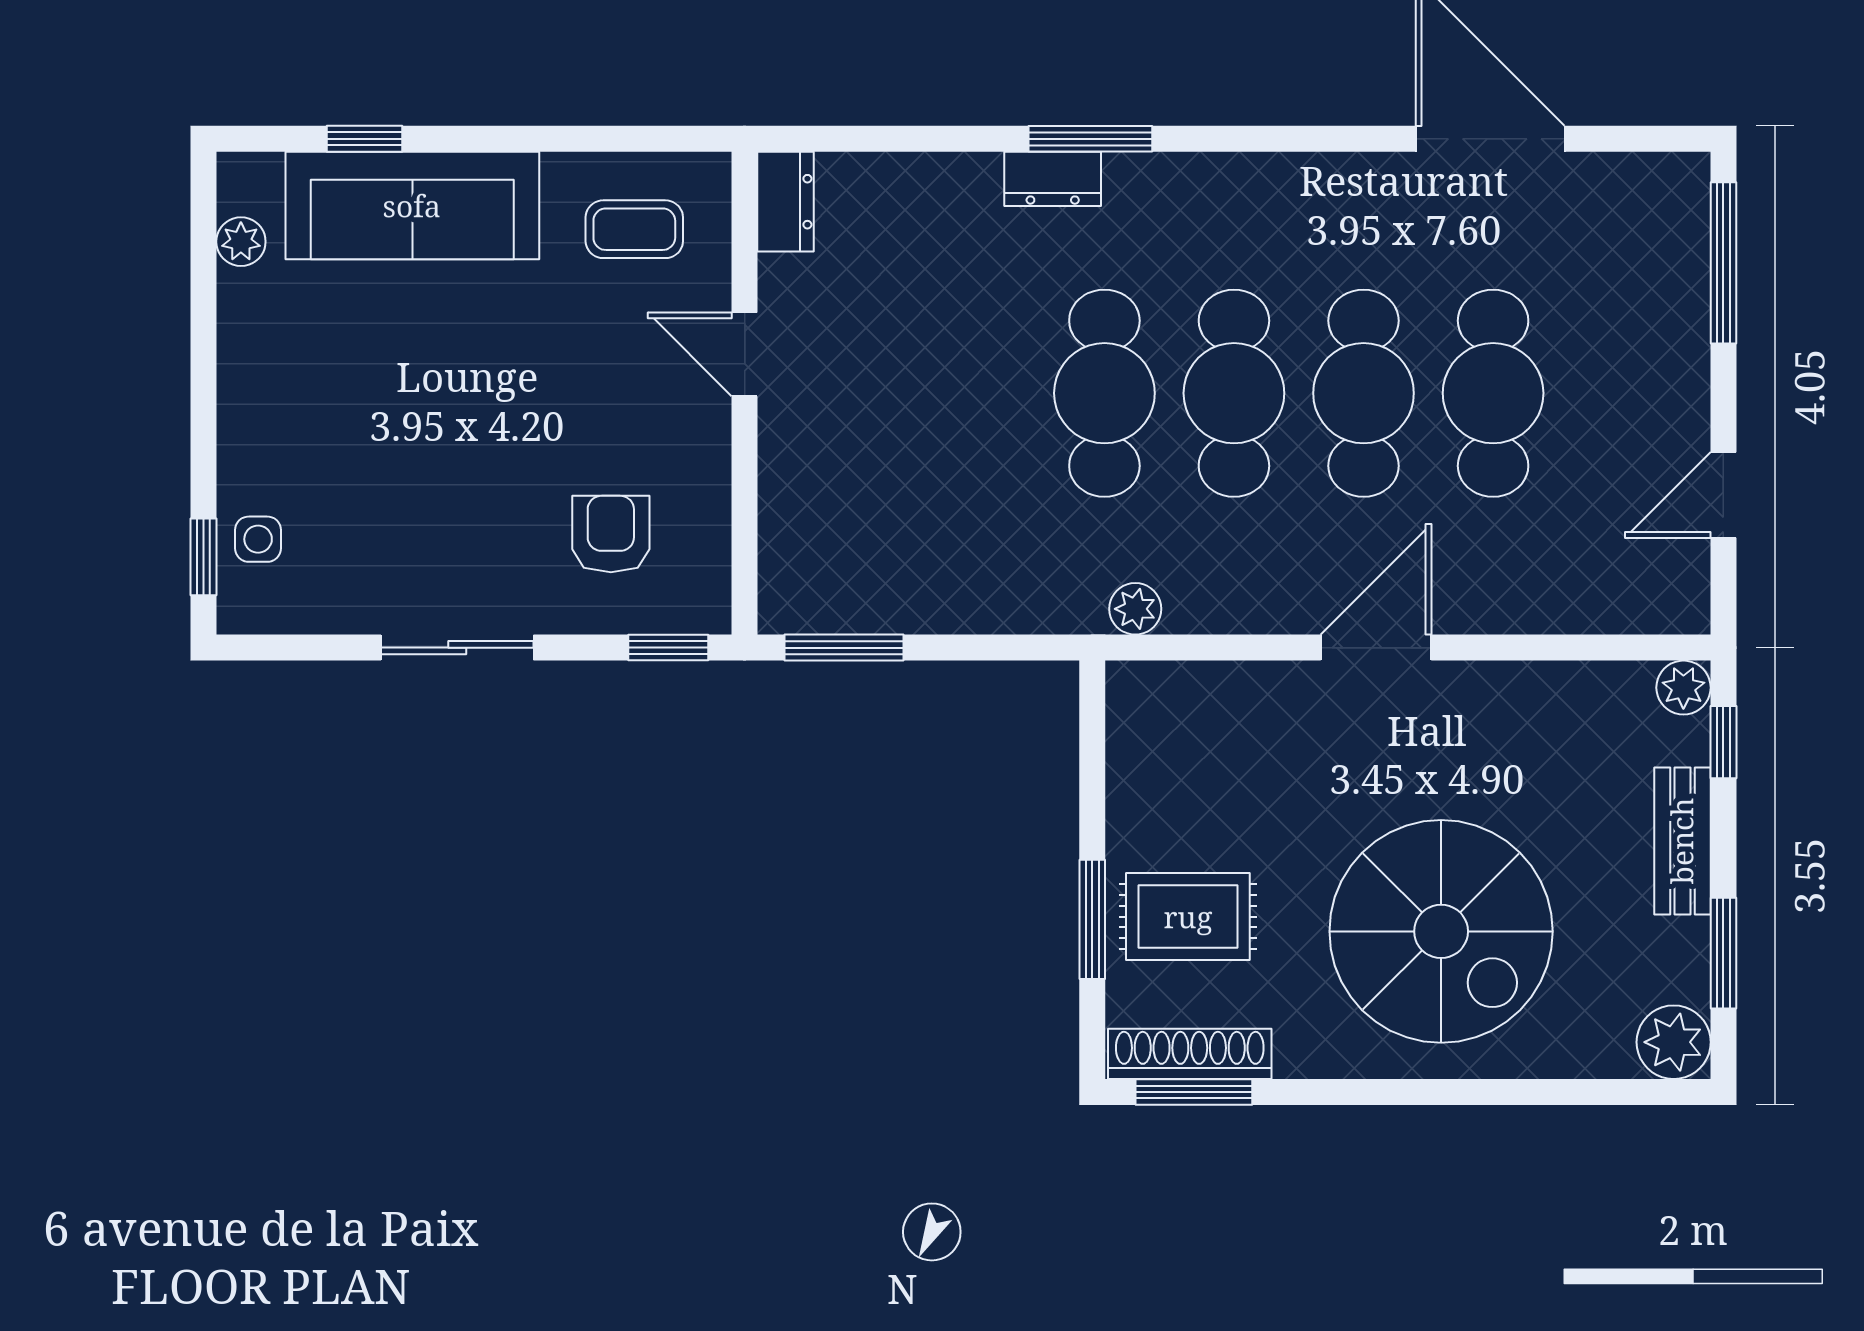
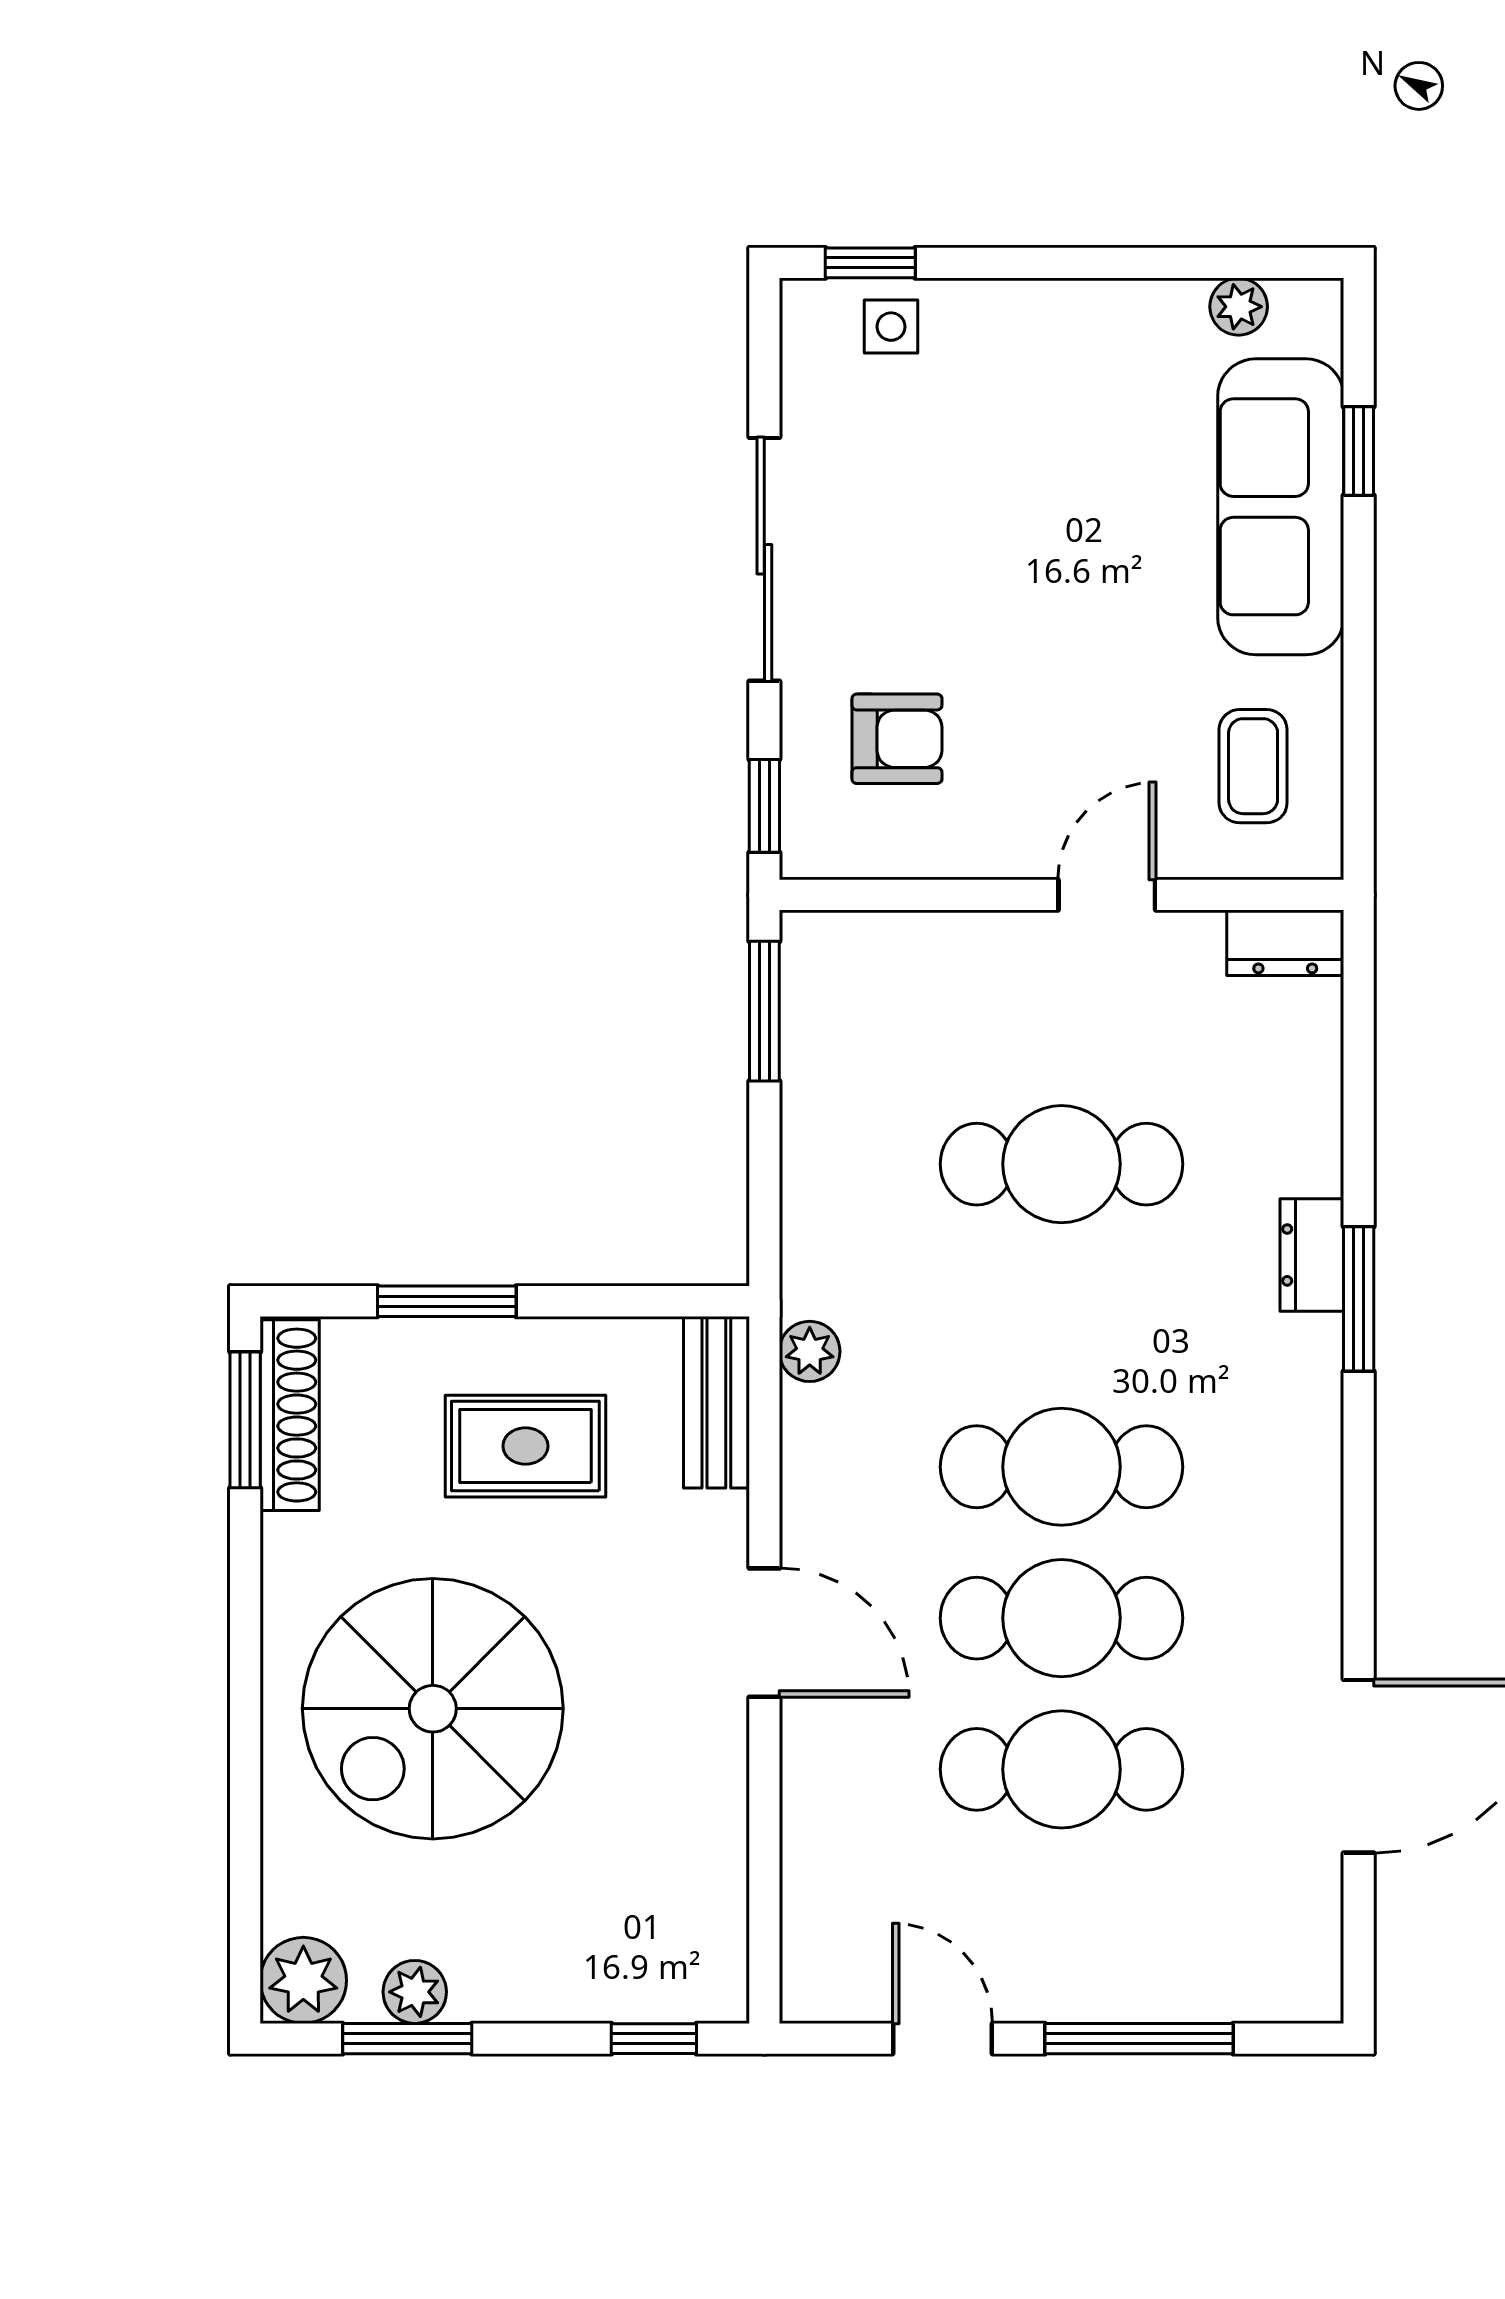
window: (1723, 263) -> (1139, 2039), moved
cafe table: (1104, 393) -> (1061, 1164), moved
sliding door: (457, 648) -> (764, 559), width x1.37
plant: (1683, 688) -> (415, 1992), moved
bench: (1682, 841) -> (716, 1402), moved, turned 90
rug: (1188, 917) -> (525, 1446), moved, turned 90

